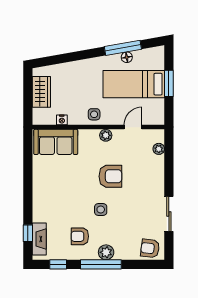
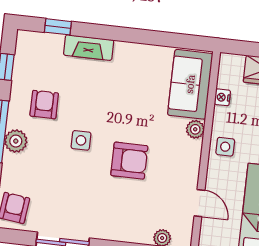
plant: (106, 135) -> (195, 129), moved
armchair: (110, 176) -> (129, 161), turned -90
fireplace: (39, 239) -> (89, 48), moved

